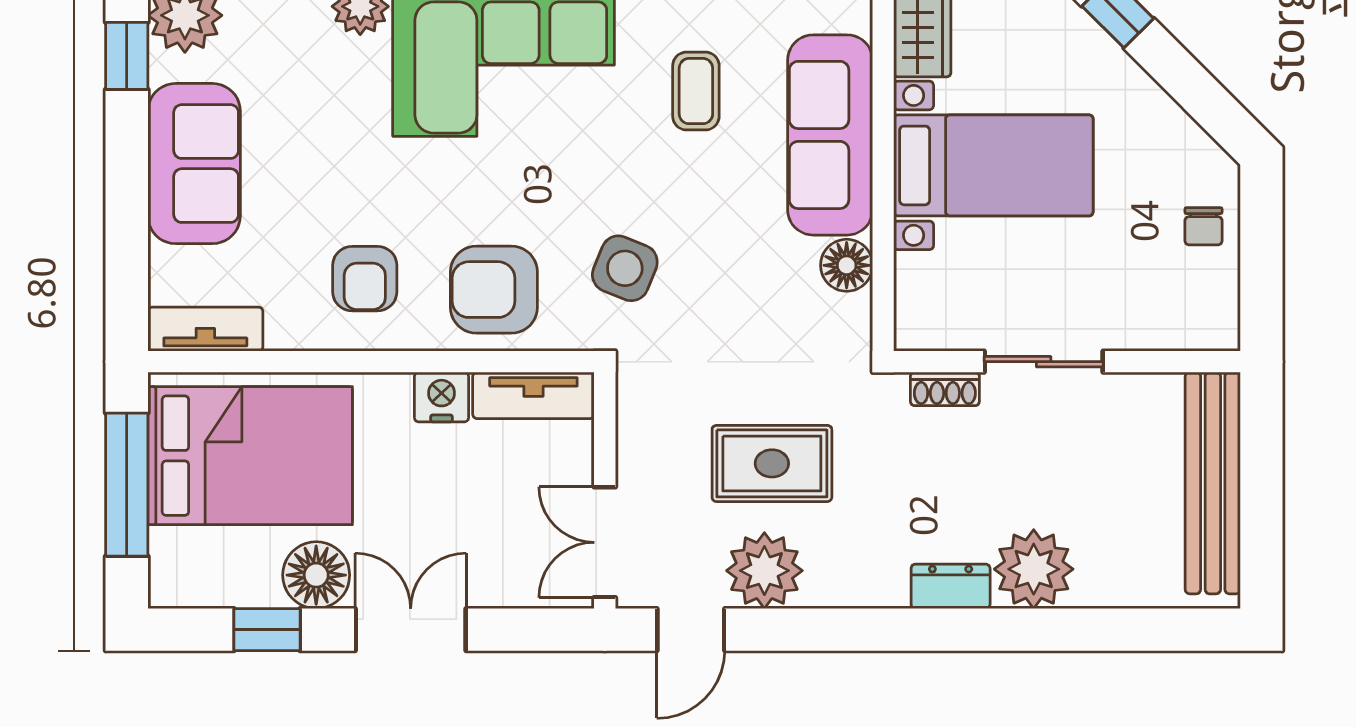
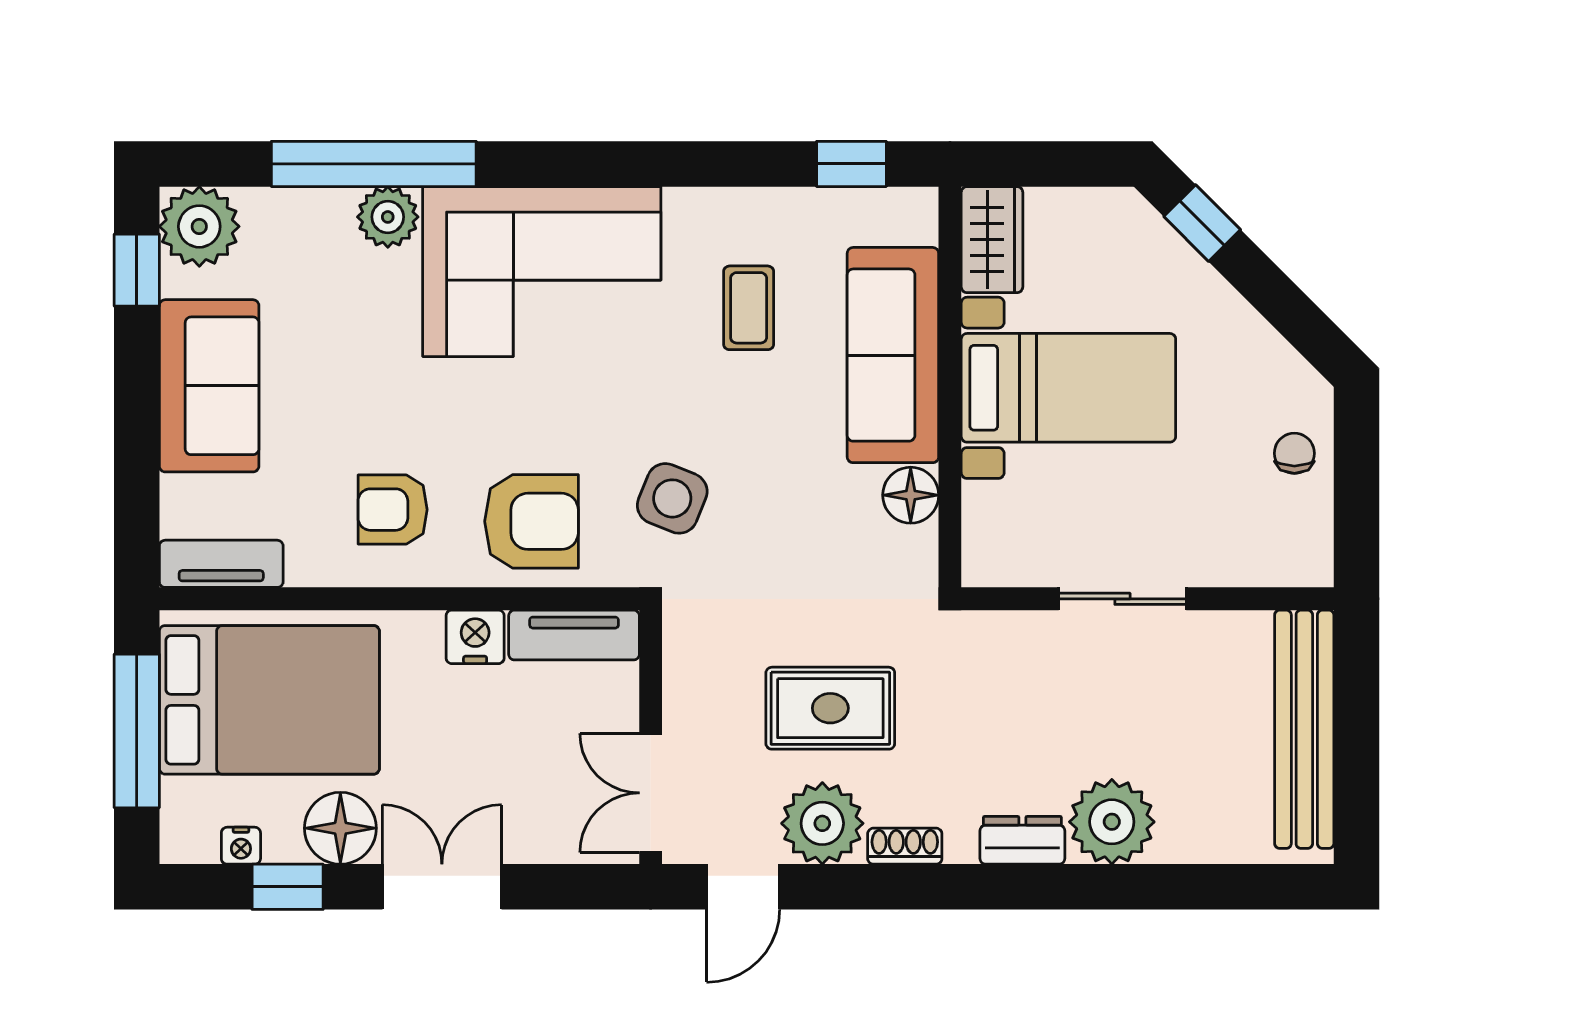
chair: (1204, 226) -> (1294, 453), turned 180
armchair: (365, 279) -> (393, 510), turned 90
armchair: (494, 290) -> (531, 521), turned 180
shoe rack: (945, 389) -> (905, 846), moved, turned 180
nightstand: (224, 591) -> (241, 846), added

